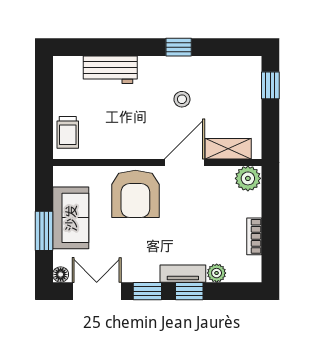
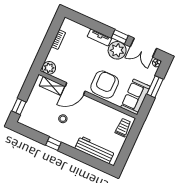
workbench: (110, 70) -> (95, 150), width x1.38
sofa: (71, 218) -> (135, 97), moved
plant: (217, 273) -> (117, 50), moved, width x1.87, depth x1.87
window: (189, 291) -> (100, 28), removed

